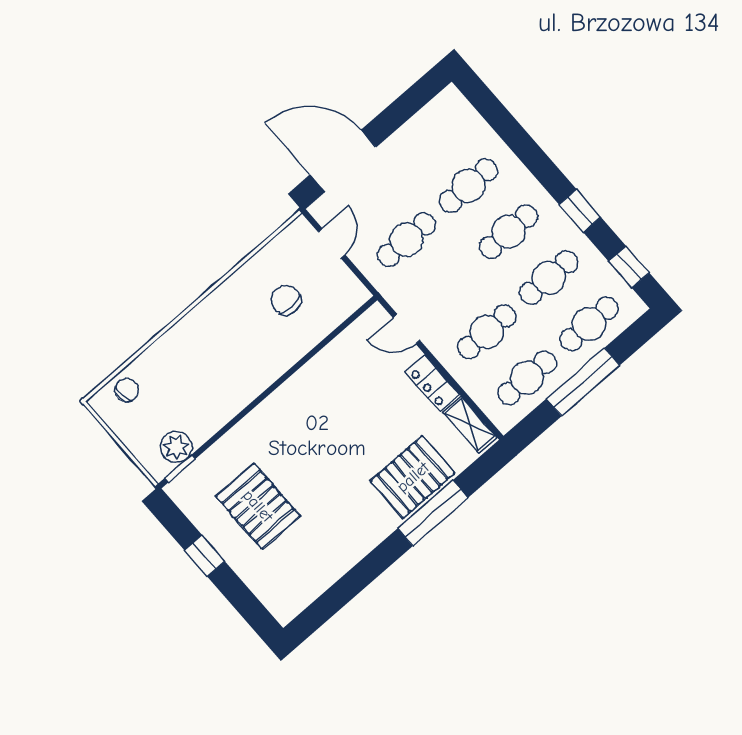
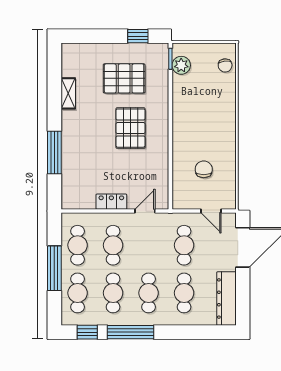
dresser: (428, 124) -> (226, 298), added
window: (580, 211) -> (131, 332), width x2.17
chair: (286, 300) -> (204, 169), turned -90
shelving: (470, 425) -> (68, 93), moved, turned 90
pallet: (413, 477) -> (130, 128), moved
window: (205, 556) -> (138, 36), moved

